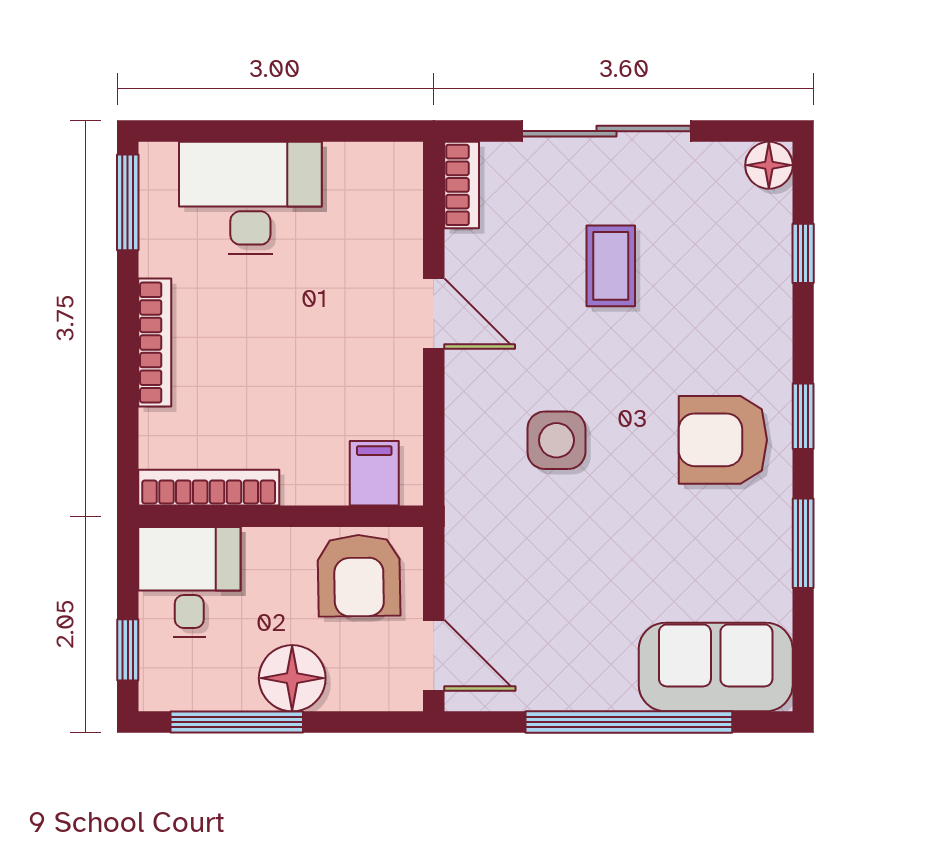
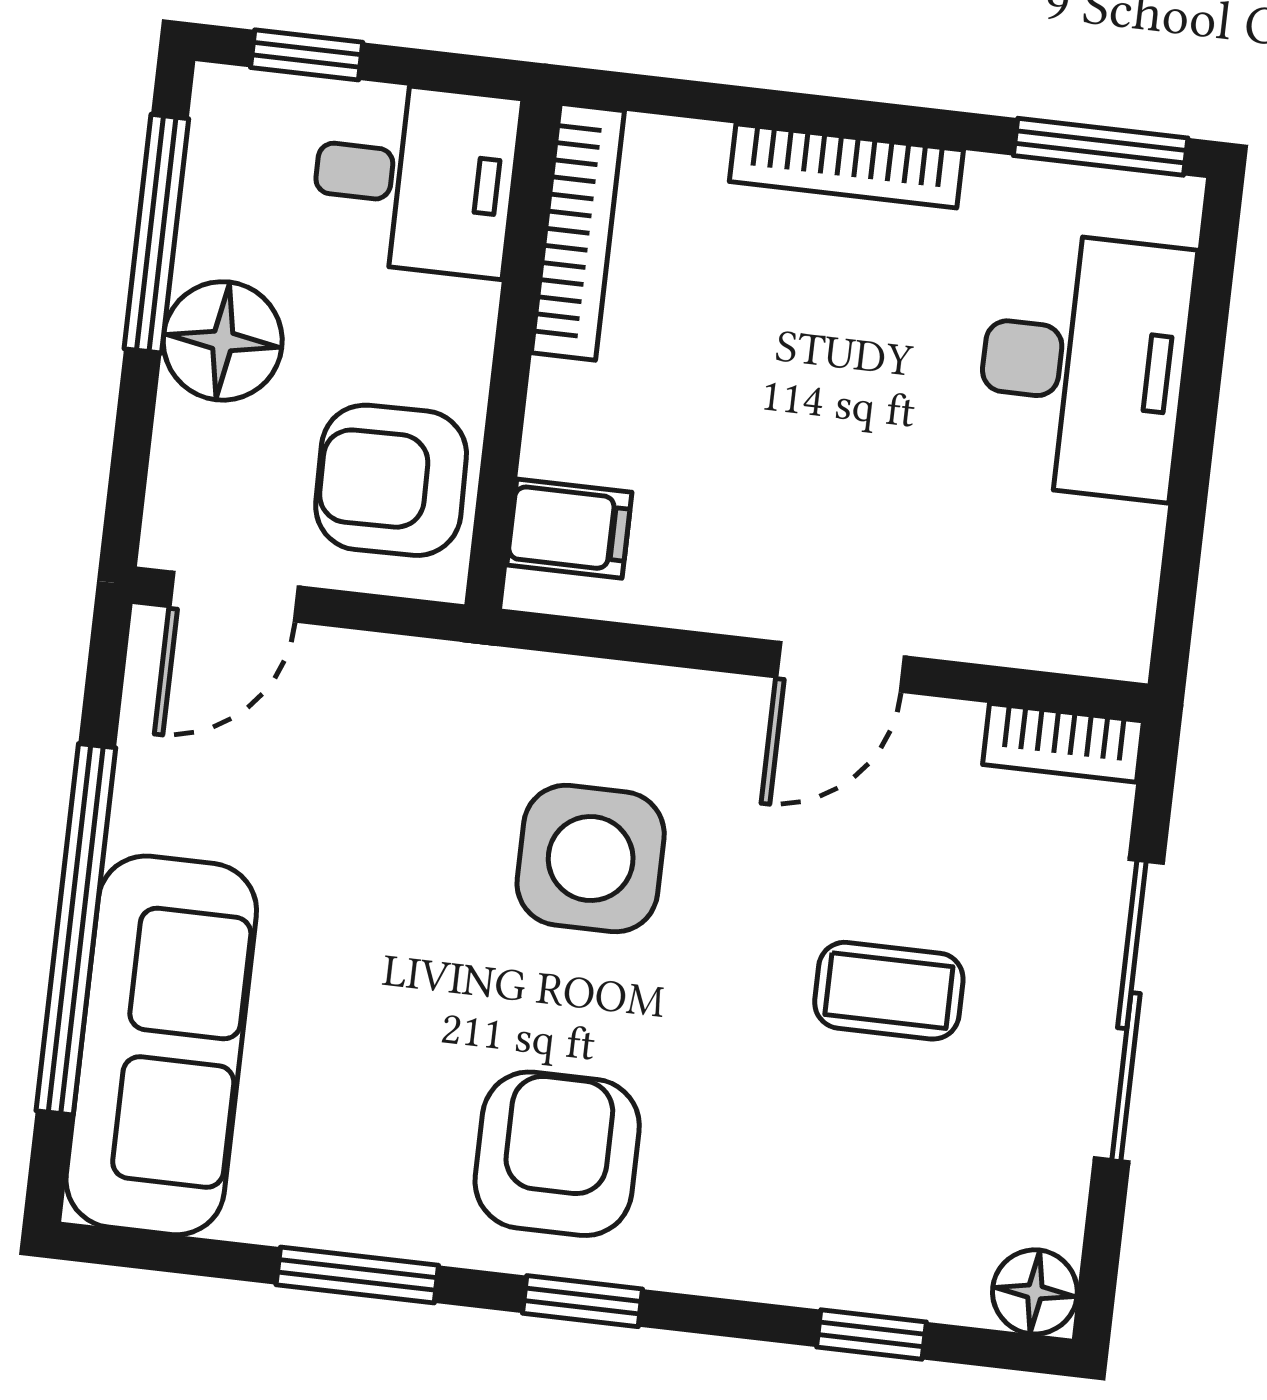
side table: (556, 440) -> (591, 859), width x1.37, depth x1.37
sofa: (716, 667) -> (161, 1045), width x1.36

